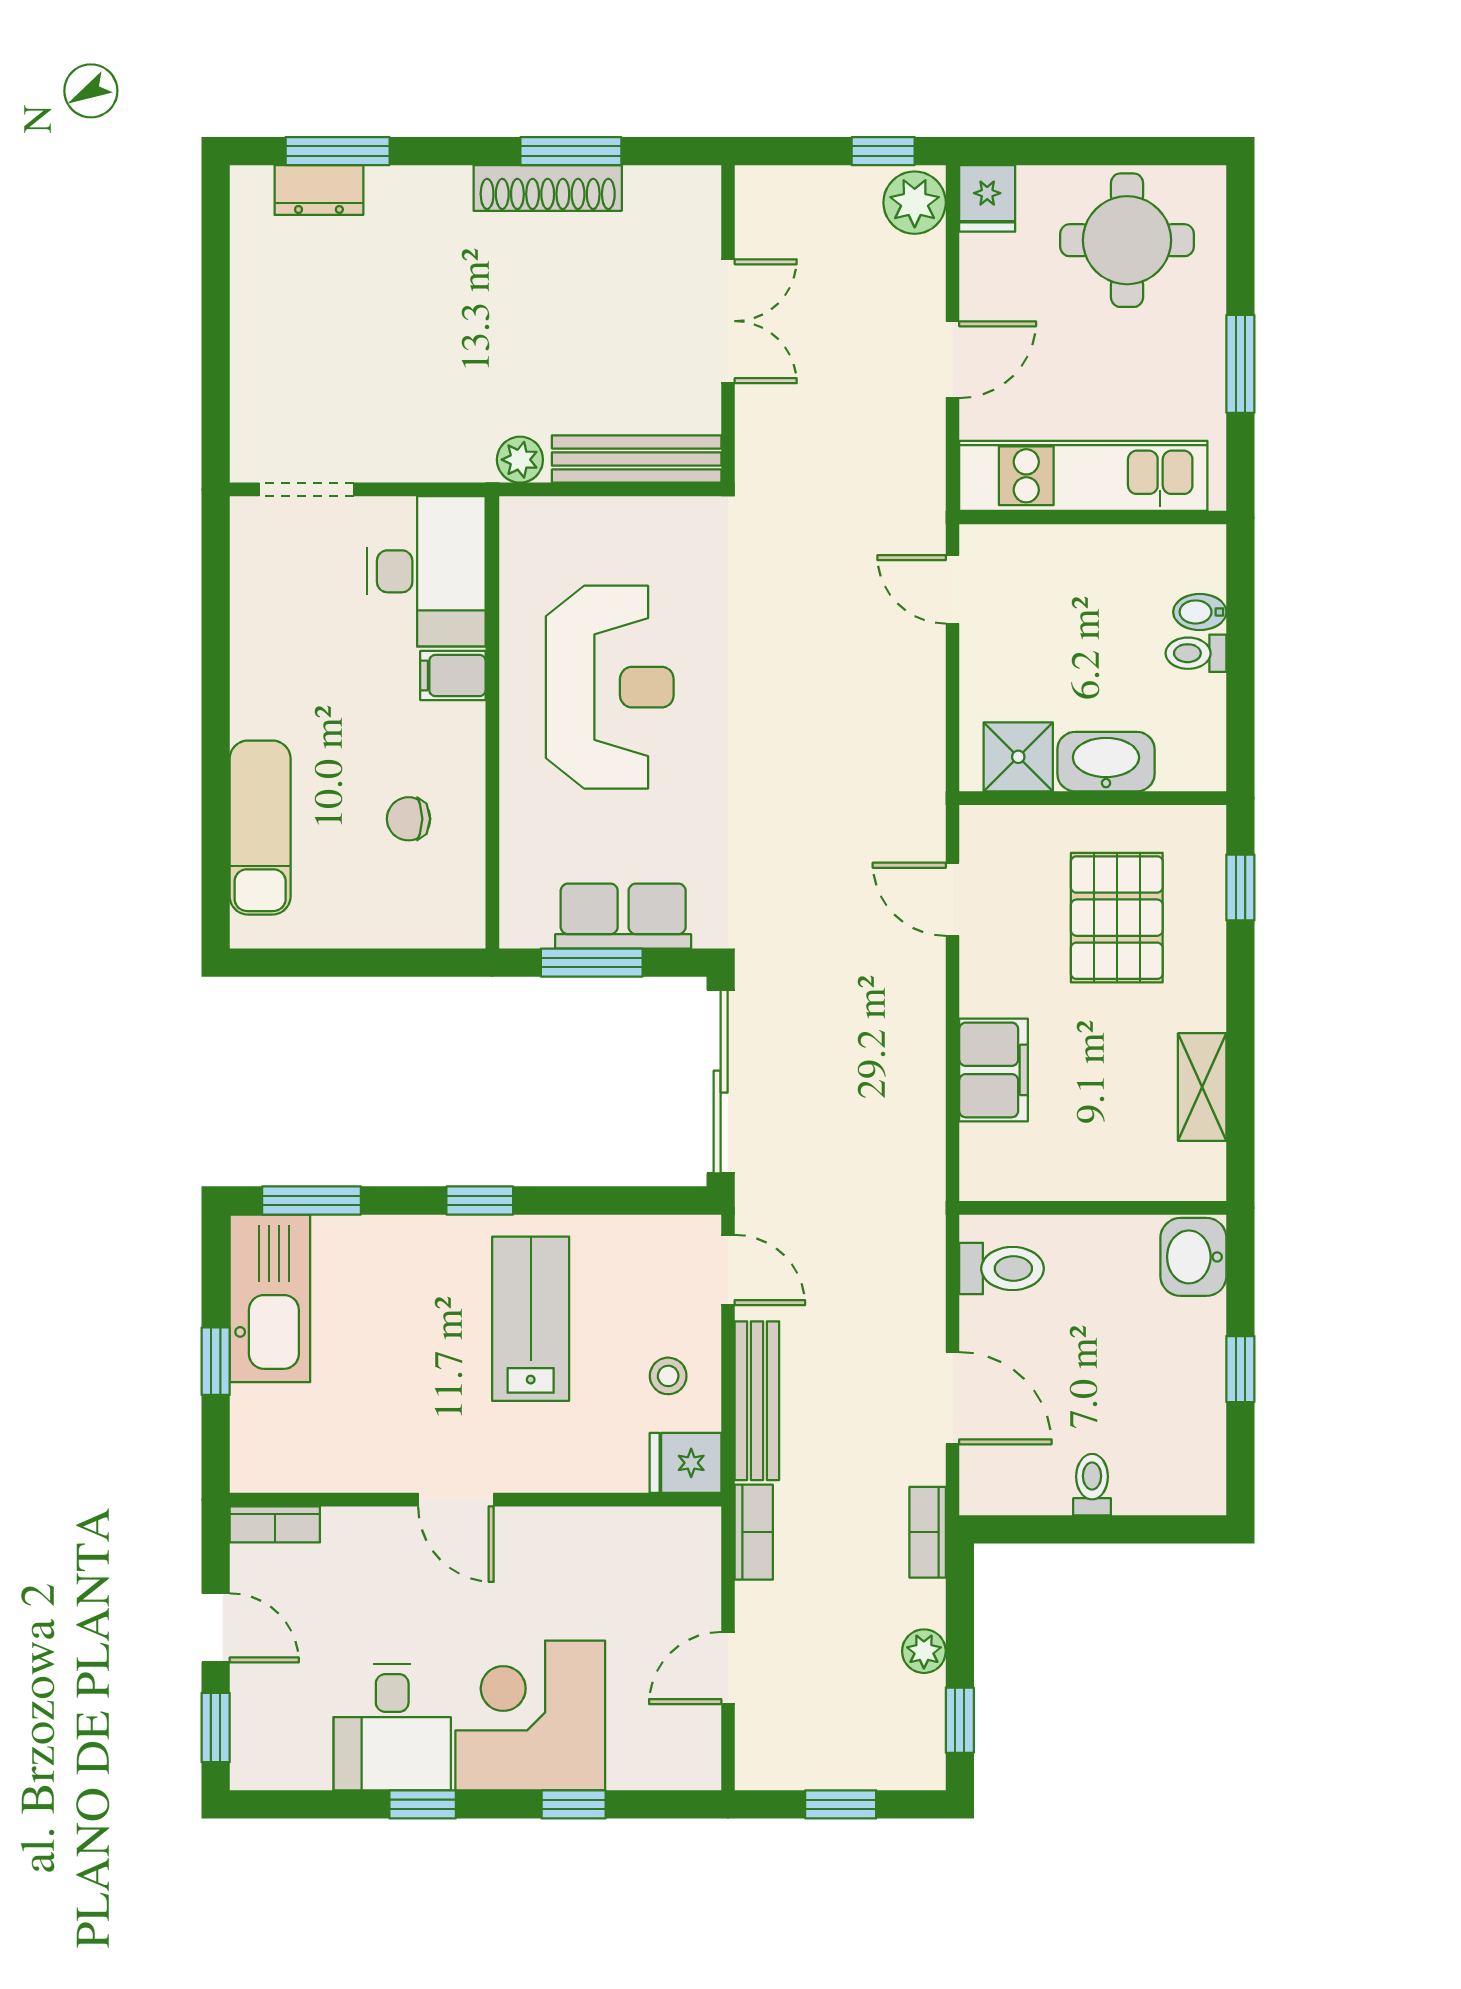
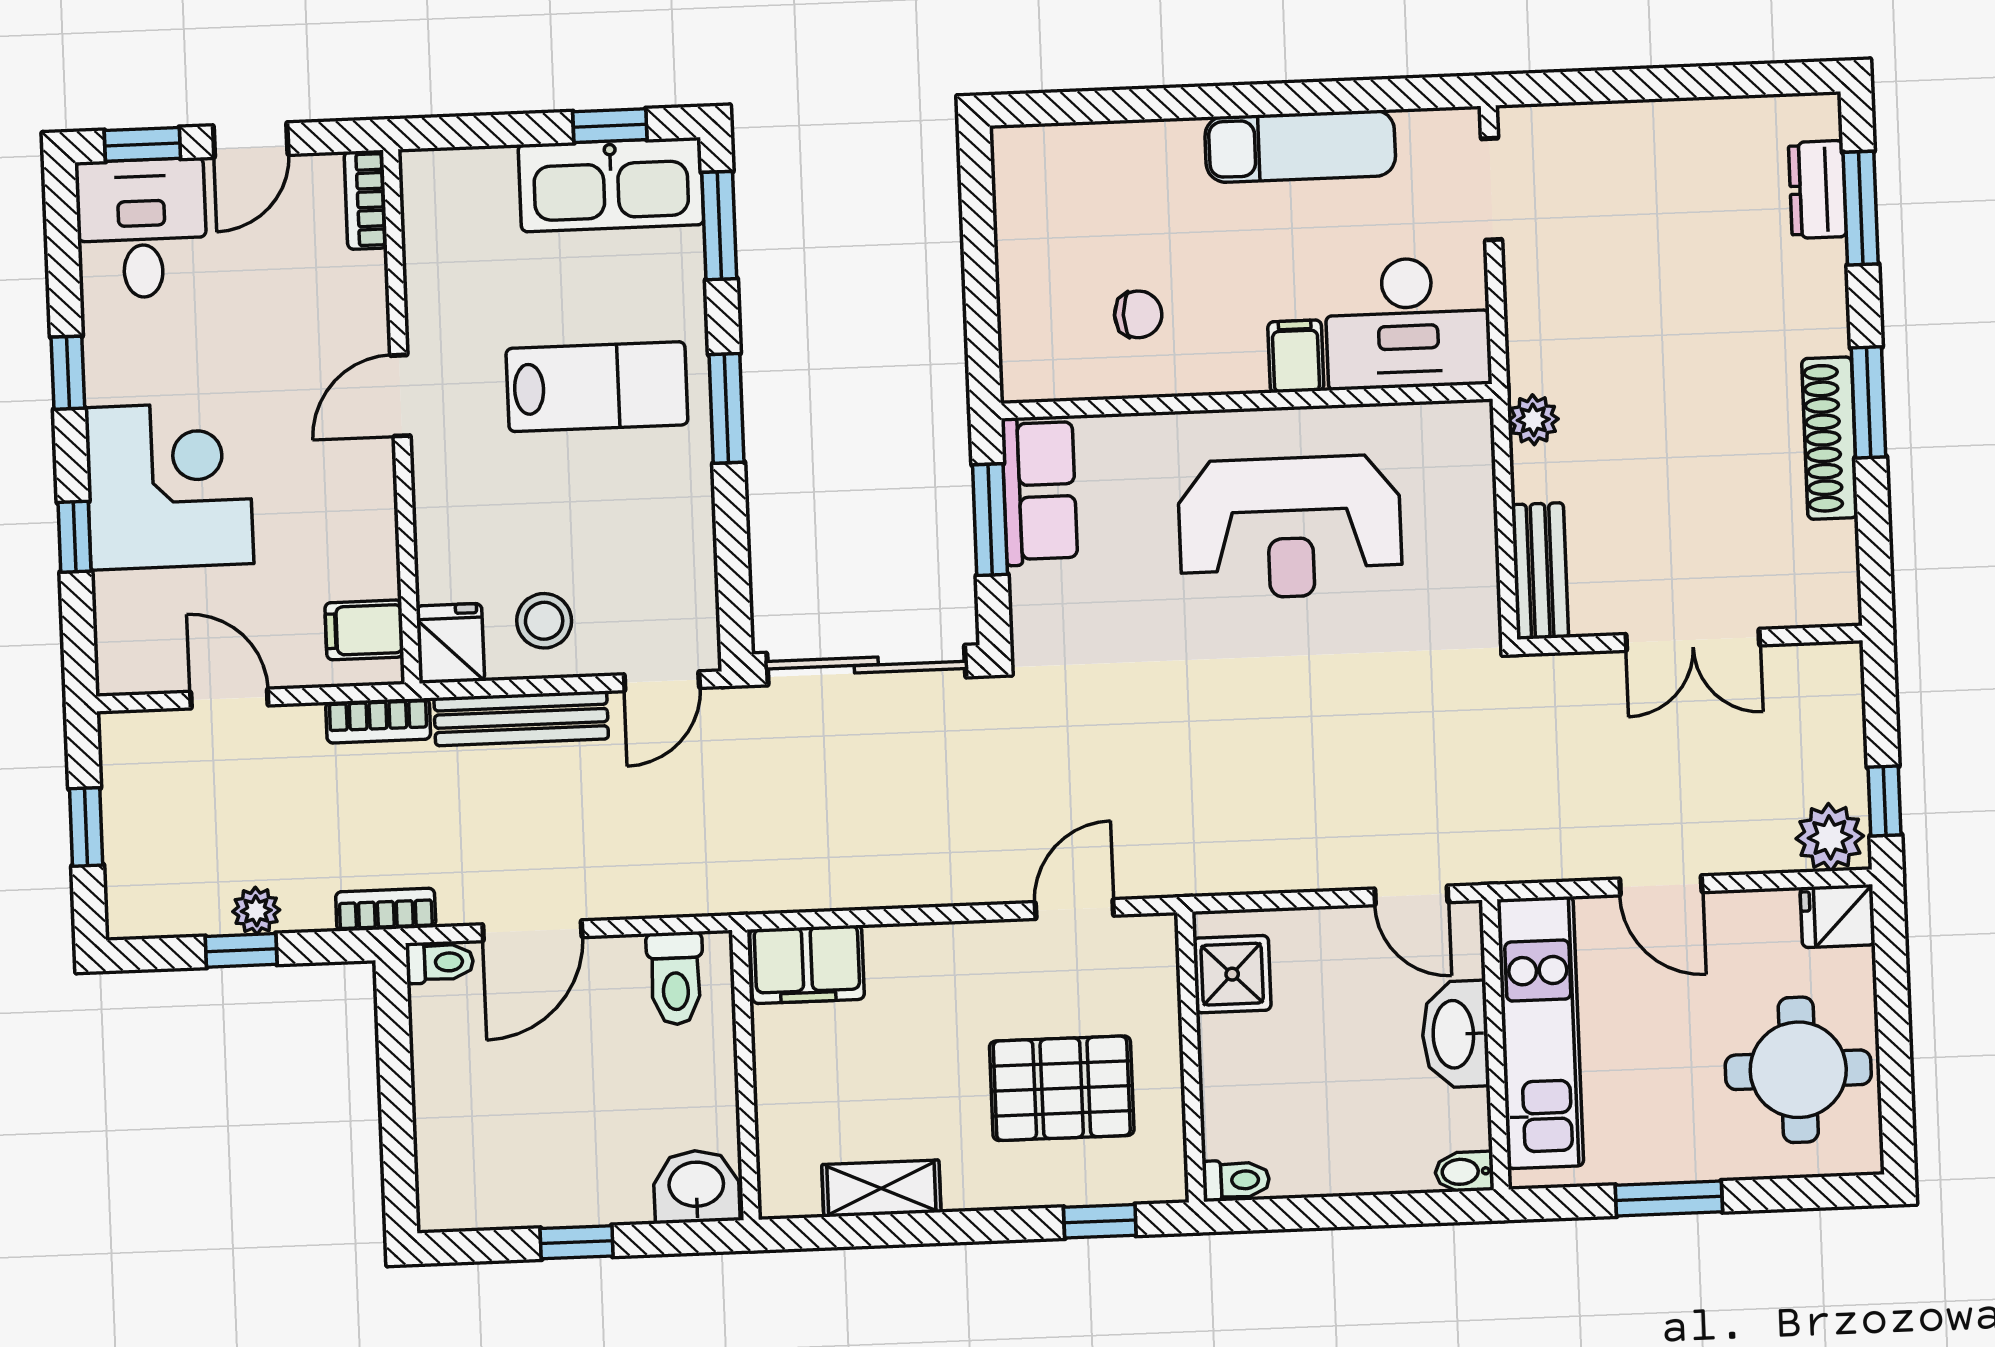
window: (571, 151) -> (1868, 402), moved
bench: (637, 459) -> (1540, 571), width x0.73
door: (952, 589) -> (1411, 895), swing flipped
bidet: (1200, 612) -> (1464, 1172), moved, turned -90
toilet: (1196, 653) -> (1236, 1180), moved, turned 90
washbasin: (1106, 762) -> (1455, 1034), moved, turned 180
chair: (409, 819) -> (1138, 314), turned 90
exam couch: (260, 828) -> (1300, 146), moved
row of seats: (623, 916) -> (1039, 491), moved
filing cabinet: (994, 1070) -> (807, 964), moved
window: (480, 1201) -> (727, 408), width x1.50
lab bench: (531, 1319) -> (597, 387), moved
window: (216, 1361) -> (610, 126), moved
stool: (668, 1376) -> (544, 621), width x1.37, depth x1.37
toilet: (1092, 1485) -> (440, 962), moved
filing cabinet: (670, 1542) -> (364, 630), added
window: (960, 1720) -> (241, 950), moved
desk: (392, 1727) -> (142, 228), moved, turned 90

